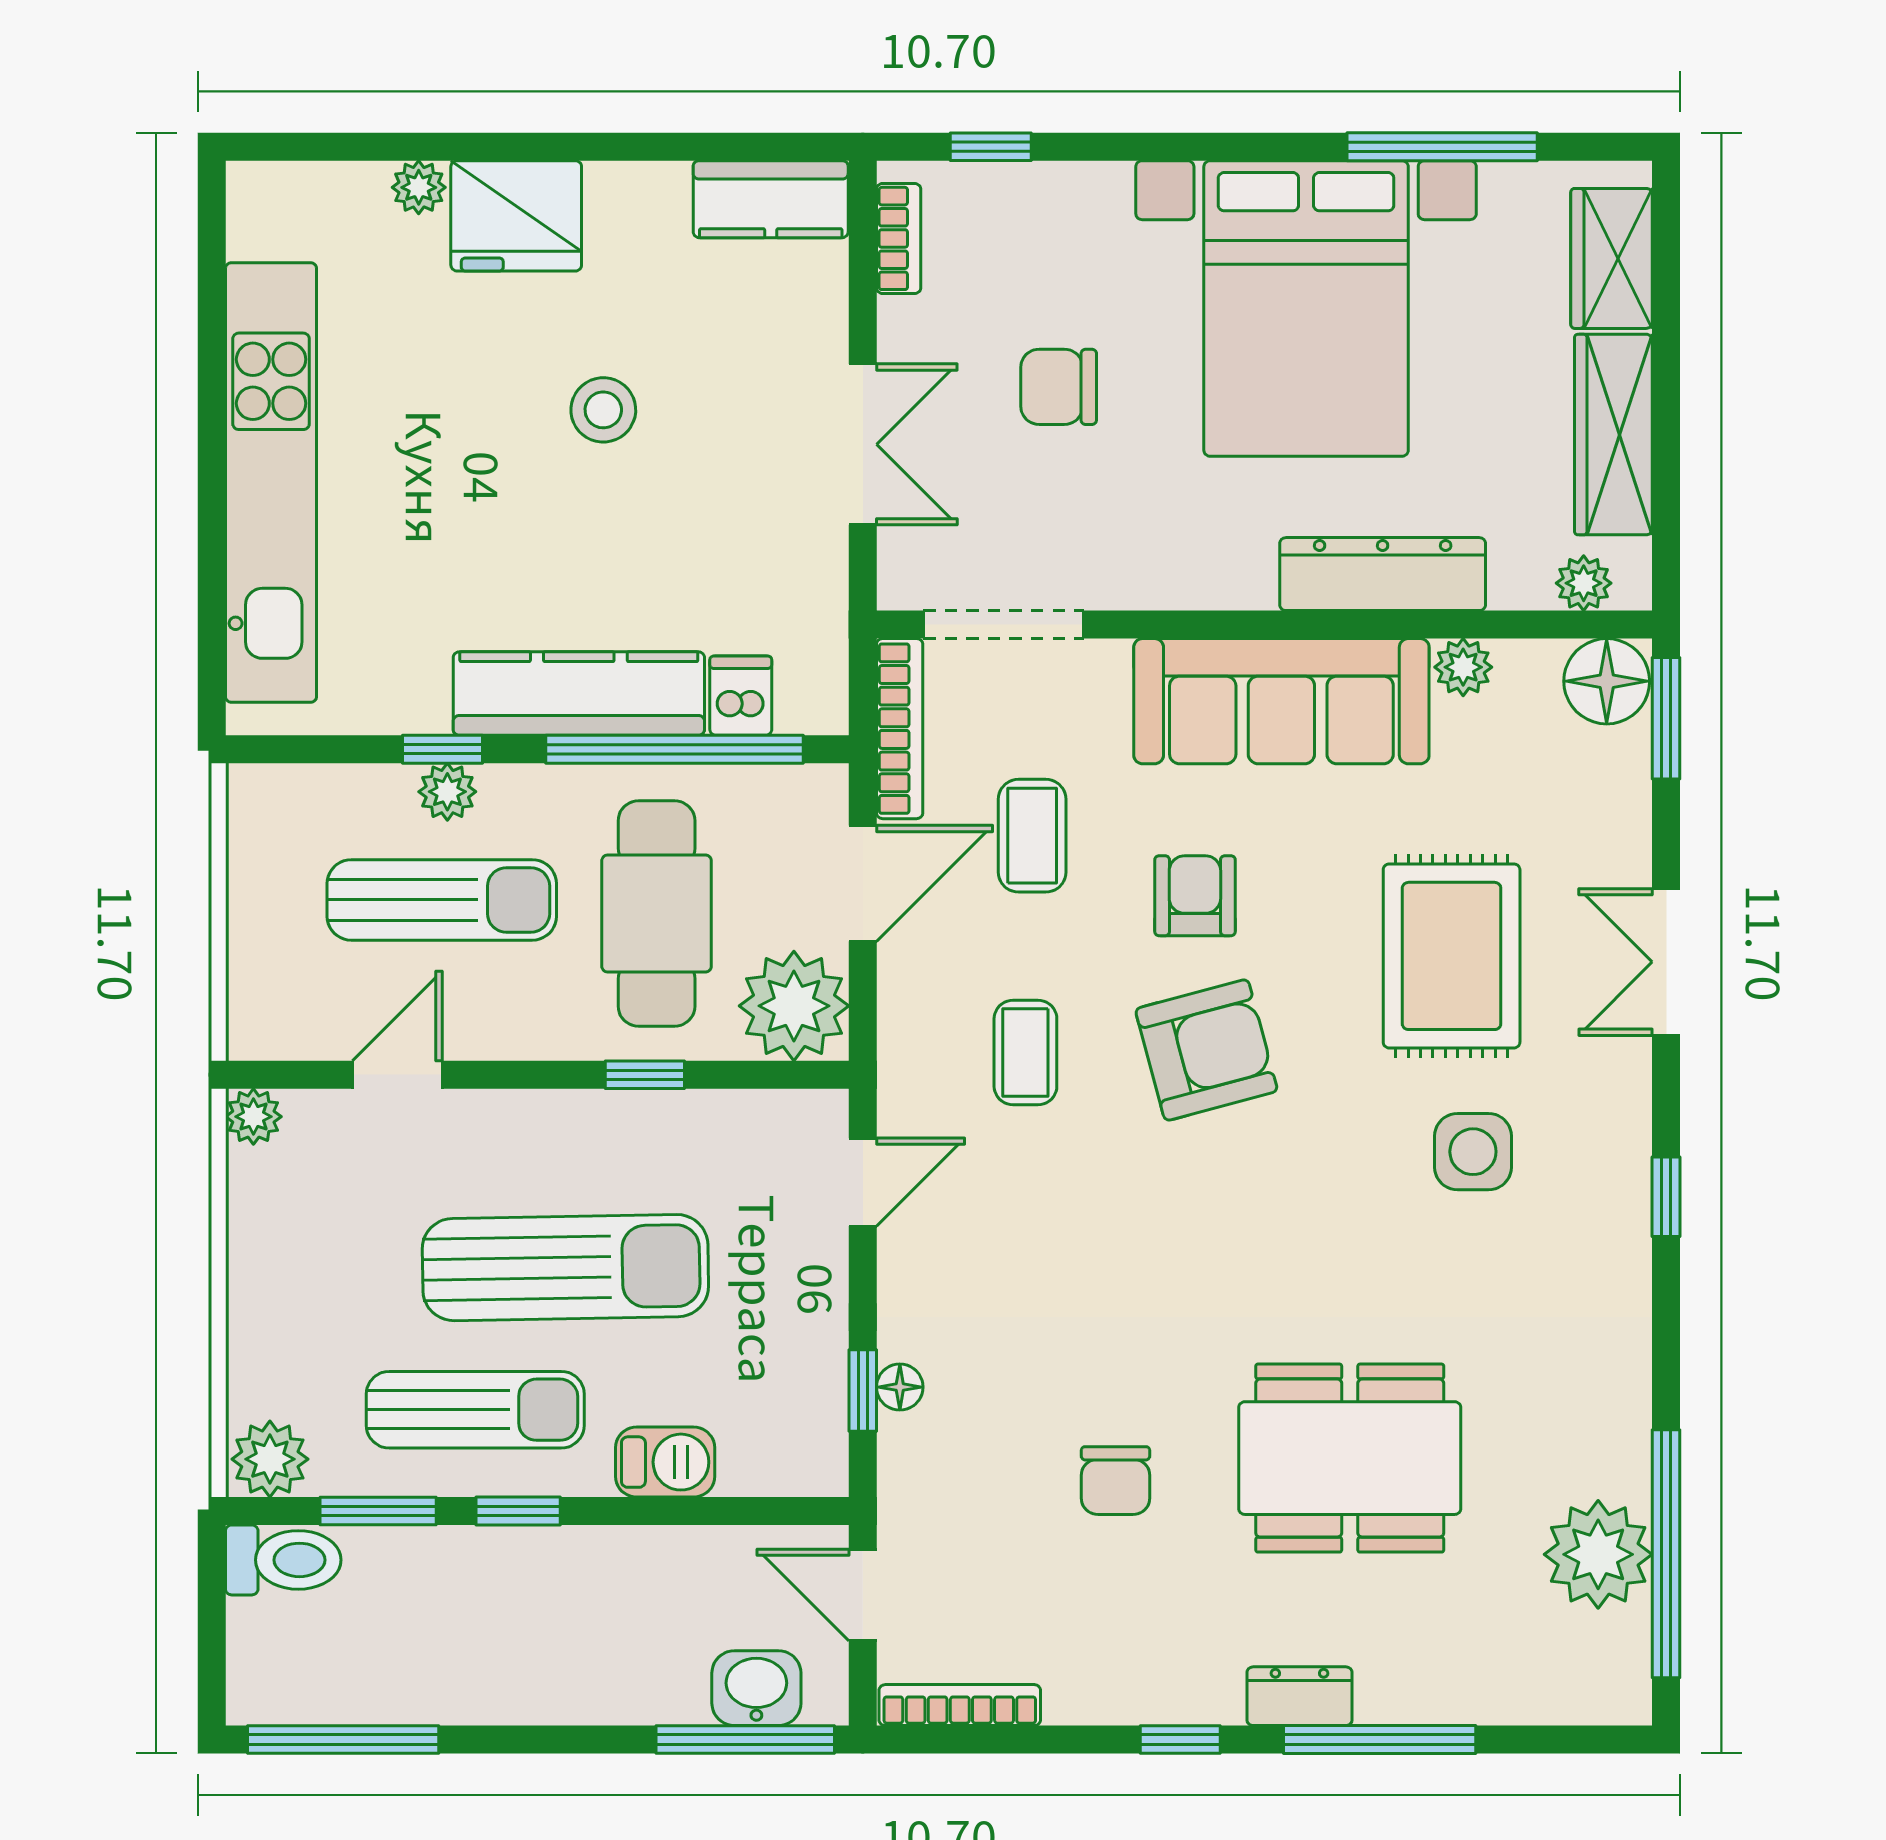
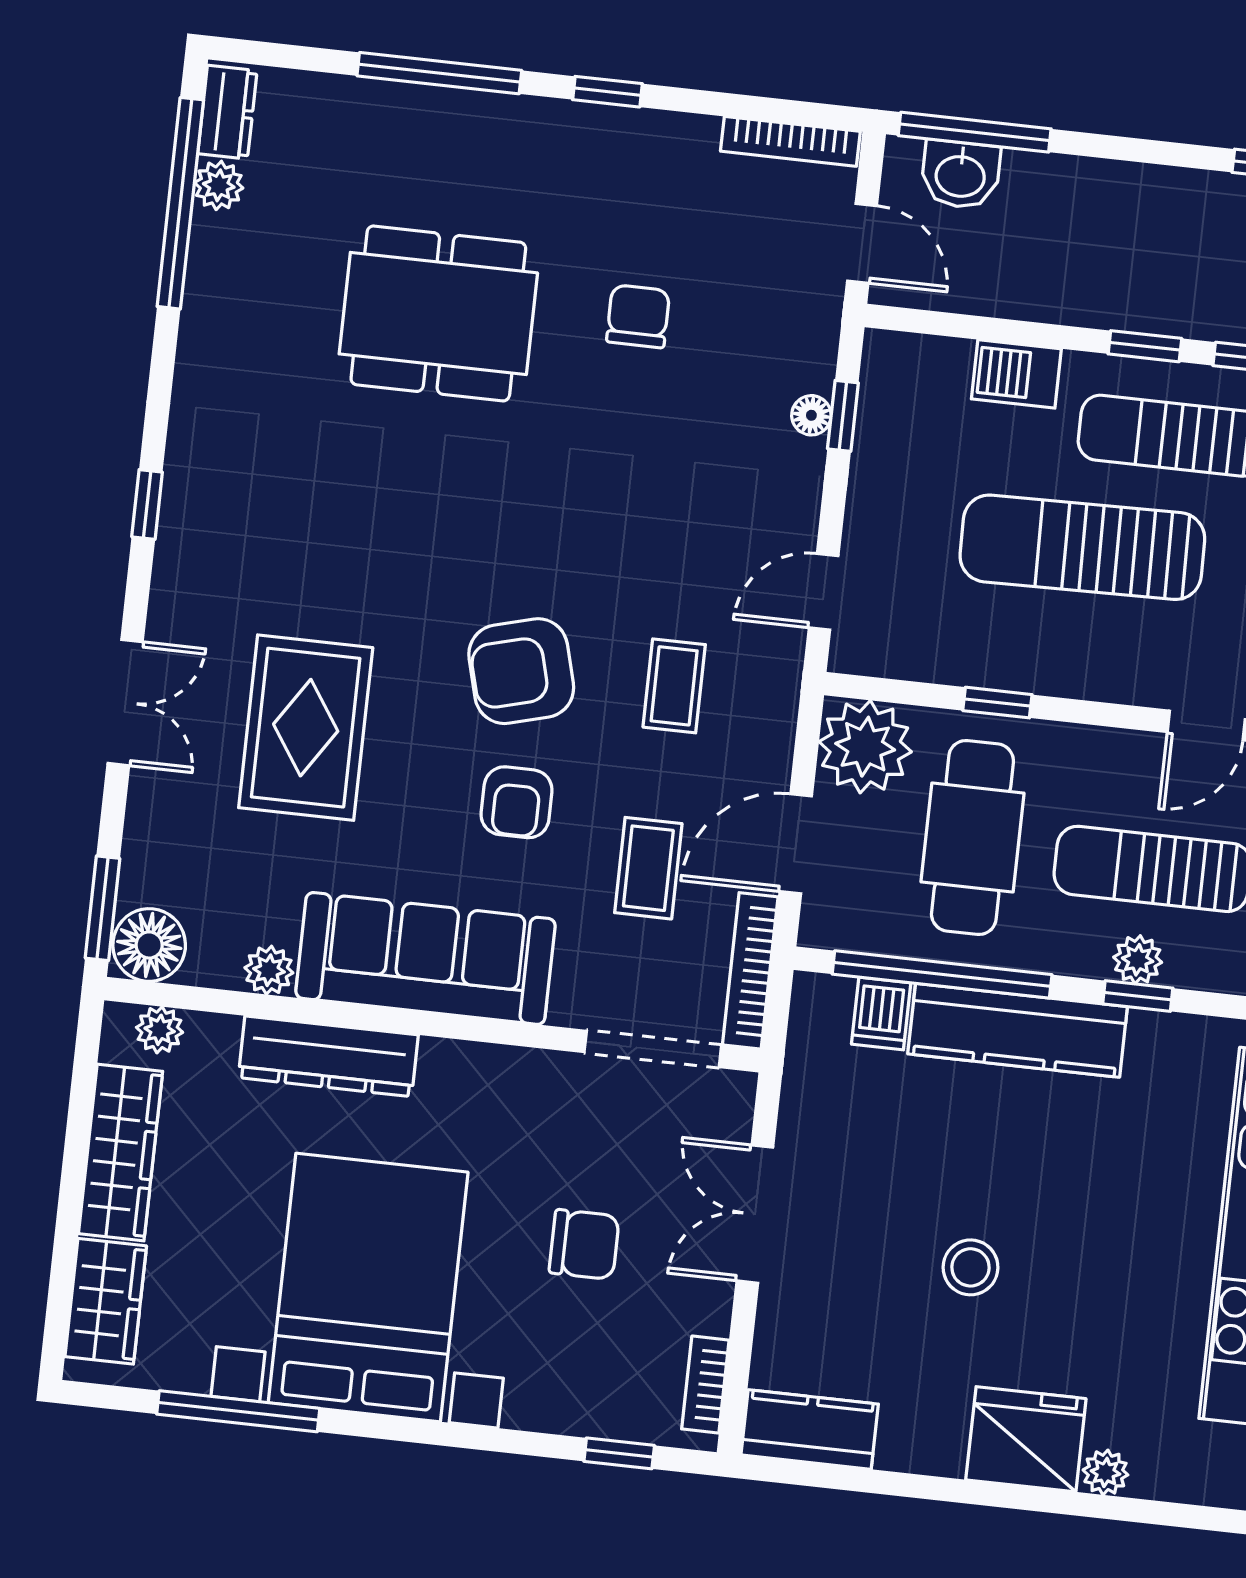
side table: (1473, 1152) -> (306, 561), removed
plant: (1598, 1554) -> (219, 185), width x0.53, depth x0.53
dresser: (1299, 1696) -> (227, 112), moved, turned -90

